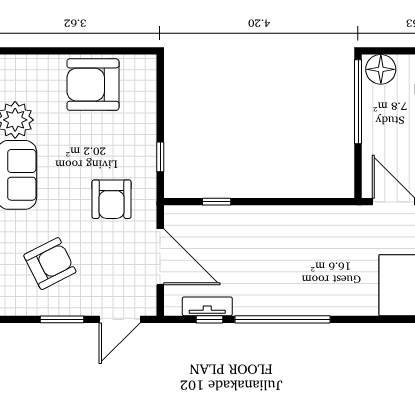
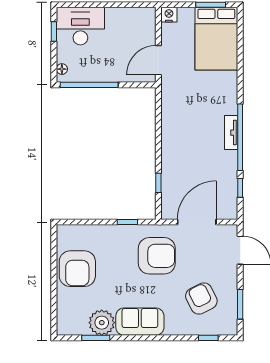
floor lamp: (381, 69) -> (62, 69), width x0.53, depth x0.53
armchair: (112, 199) -> (157, 256), width x1.36, depth x1.36
tv unit: (207, 306) -> (231, 133), moved
window: (62, 319) -> (240, 304), moved

